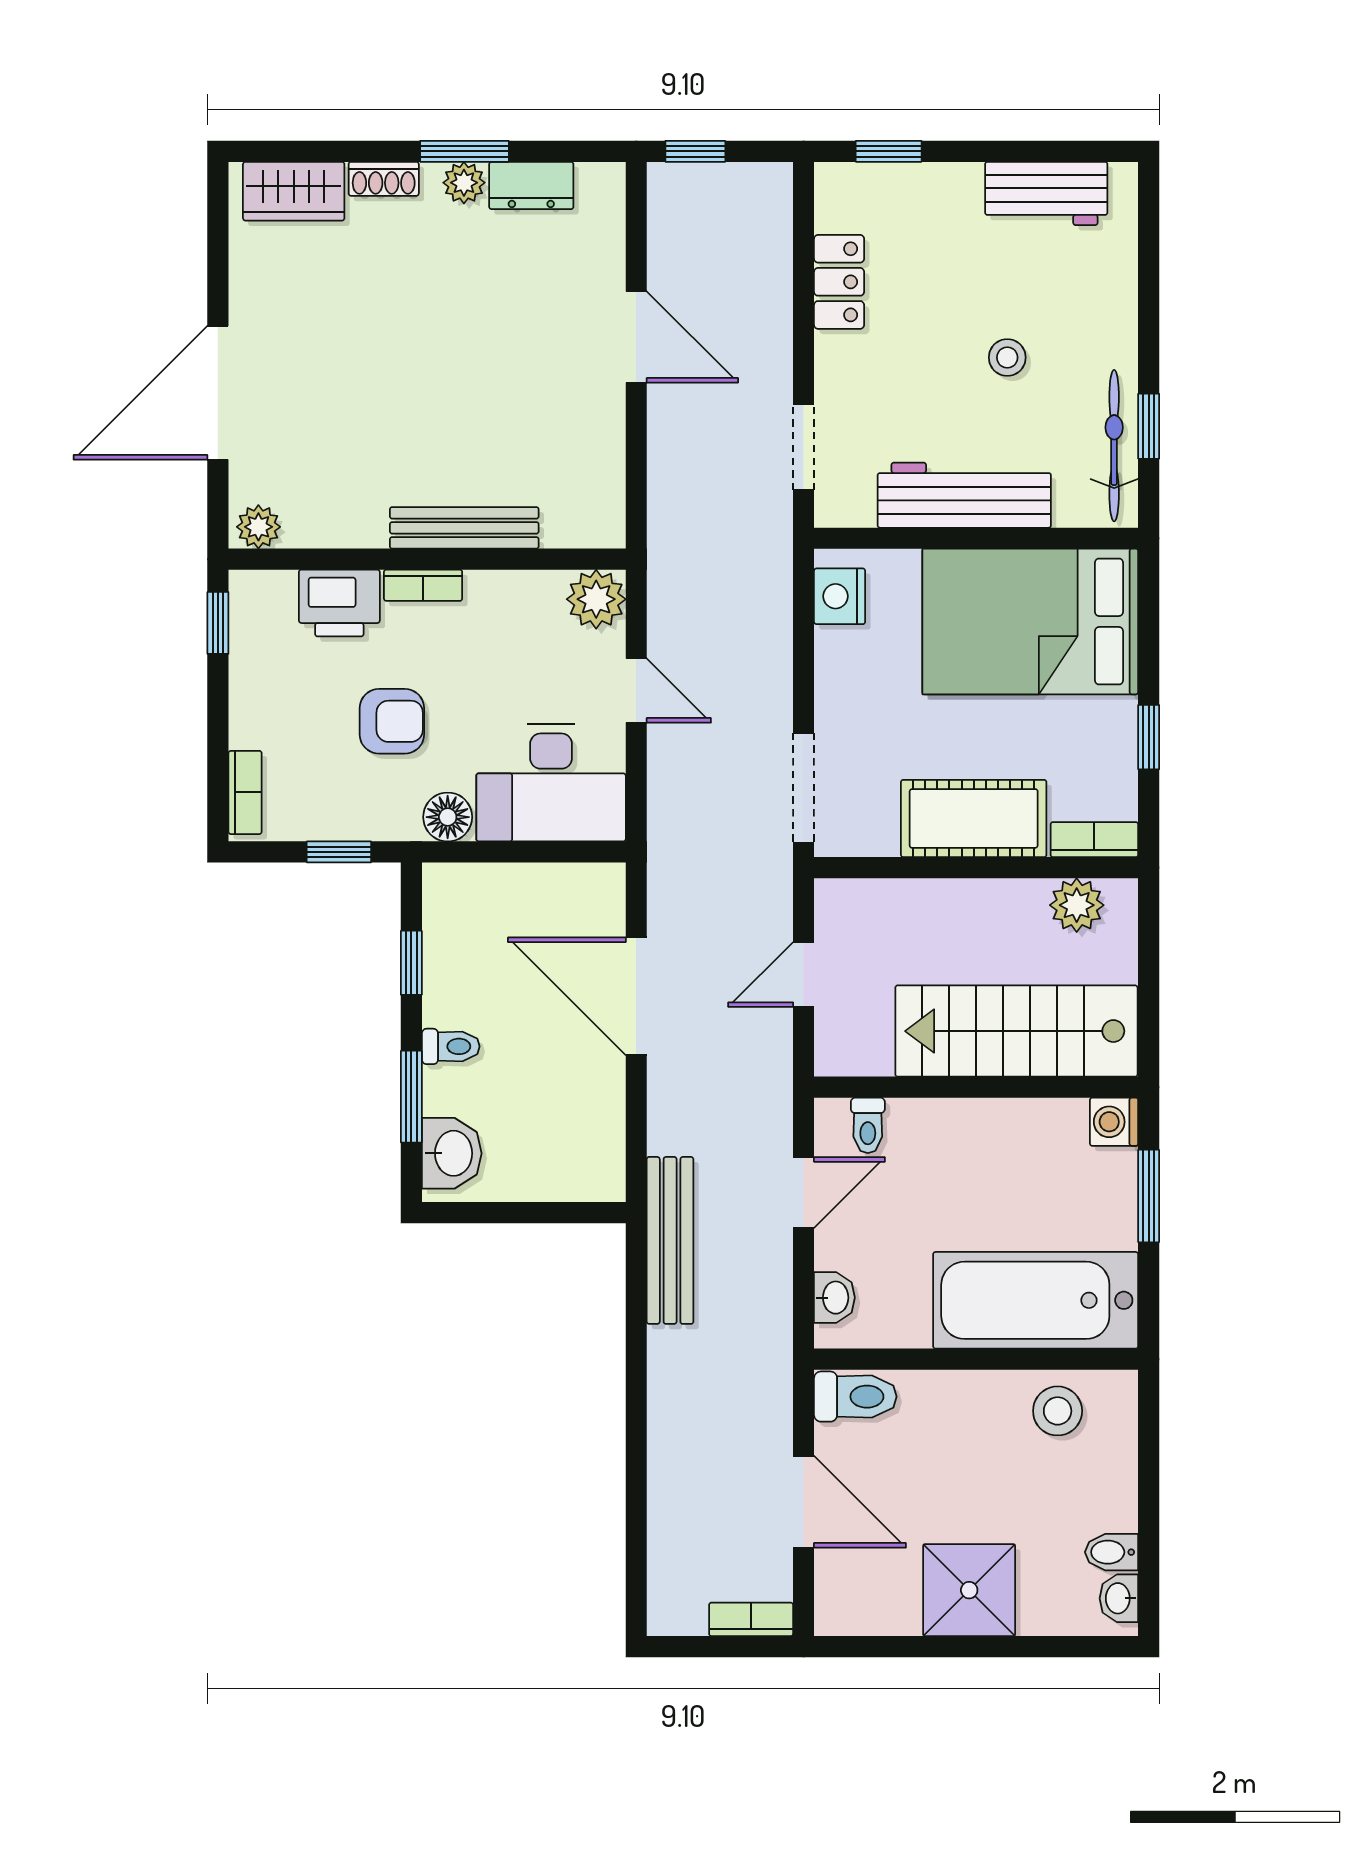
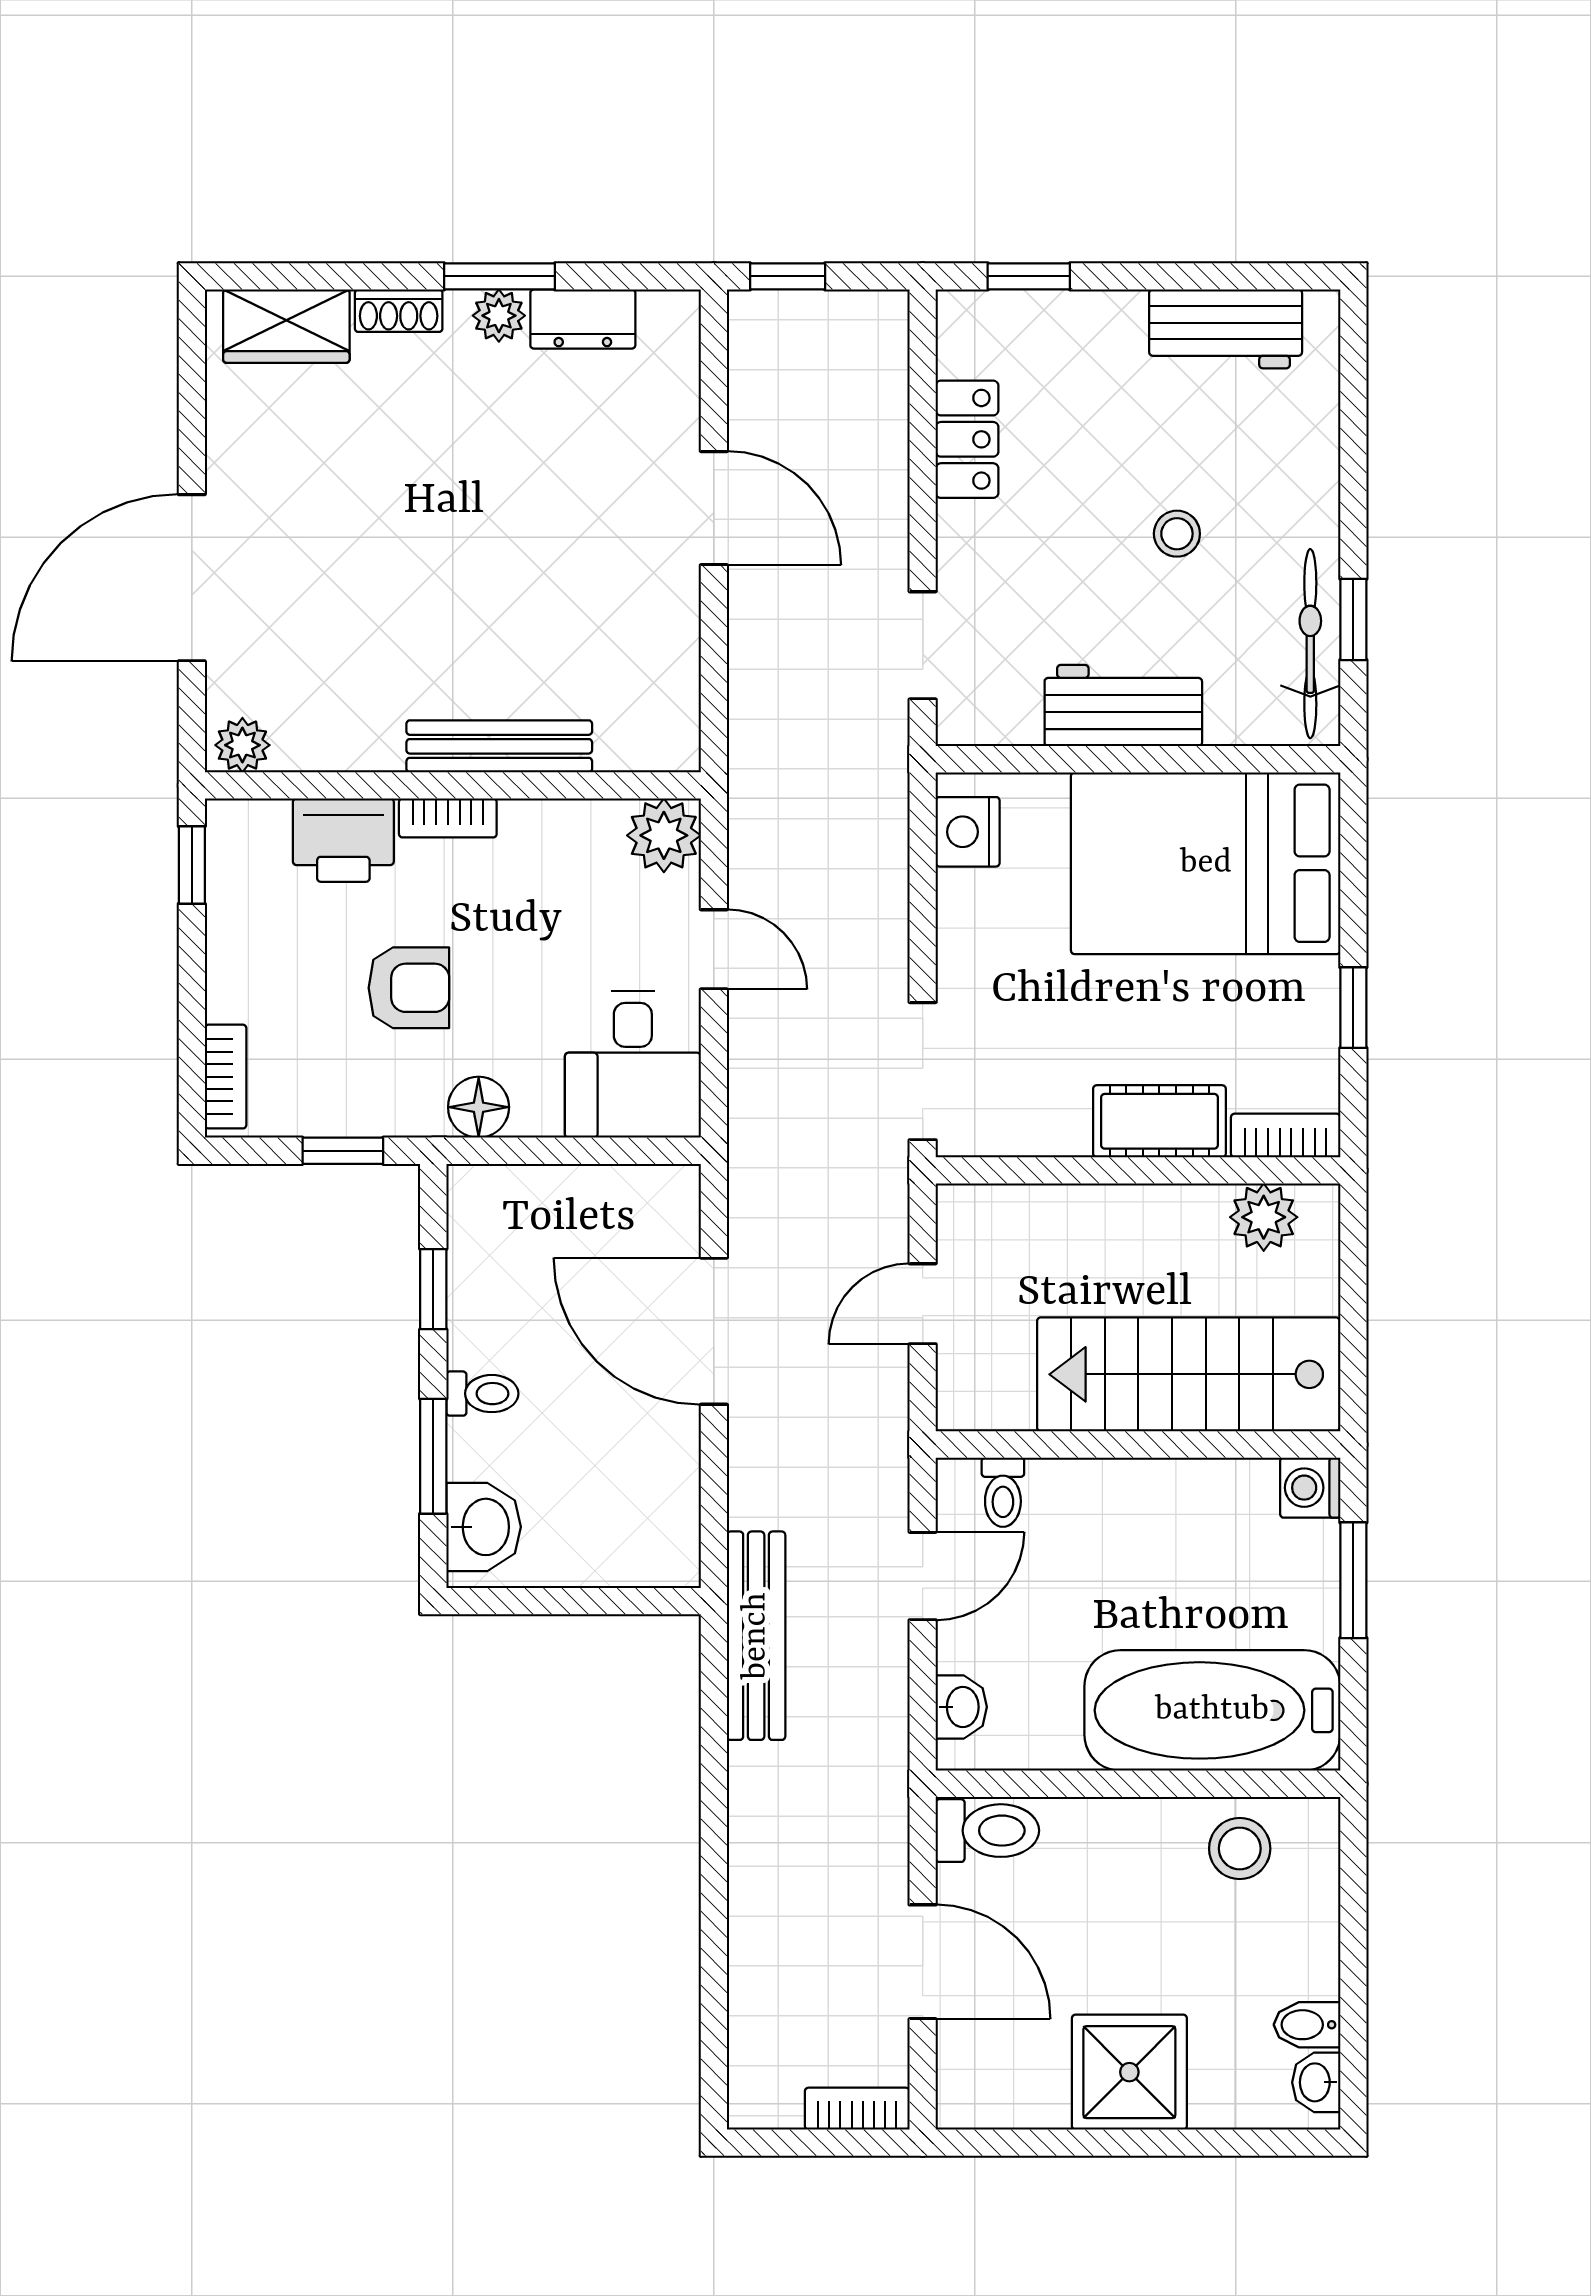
workbench: (964, 495) -> (1123, 706), width x0.73
desk: (551, 783) -> (633, 1064), width x0.73
cot: (974, 818) -> (1159, 1121), width x0.73, depth x0.75

